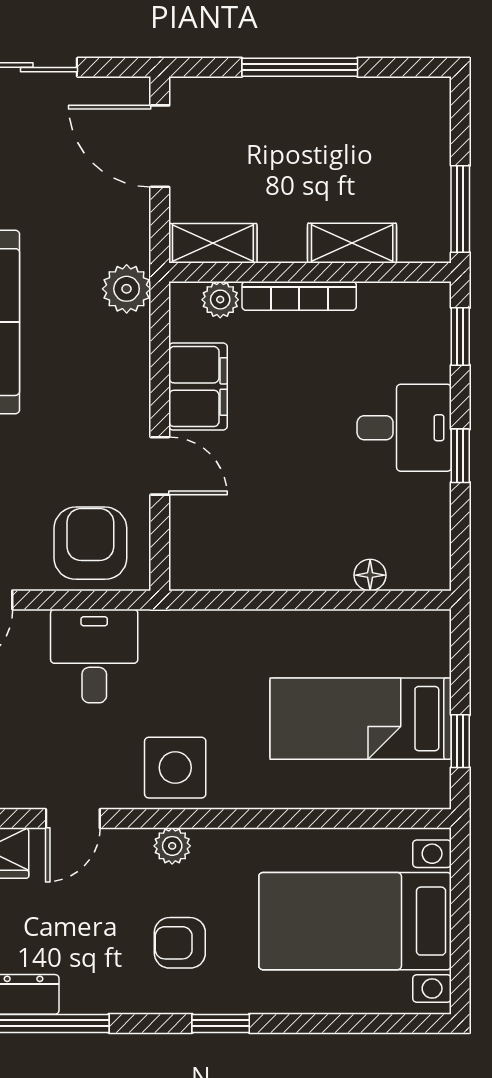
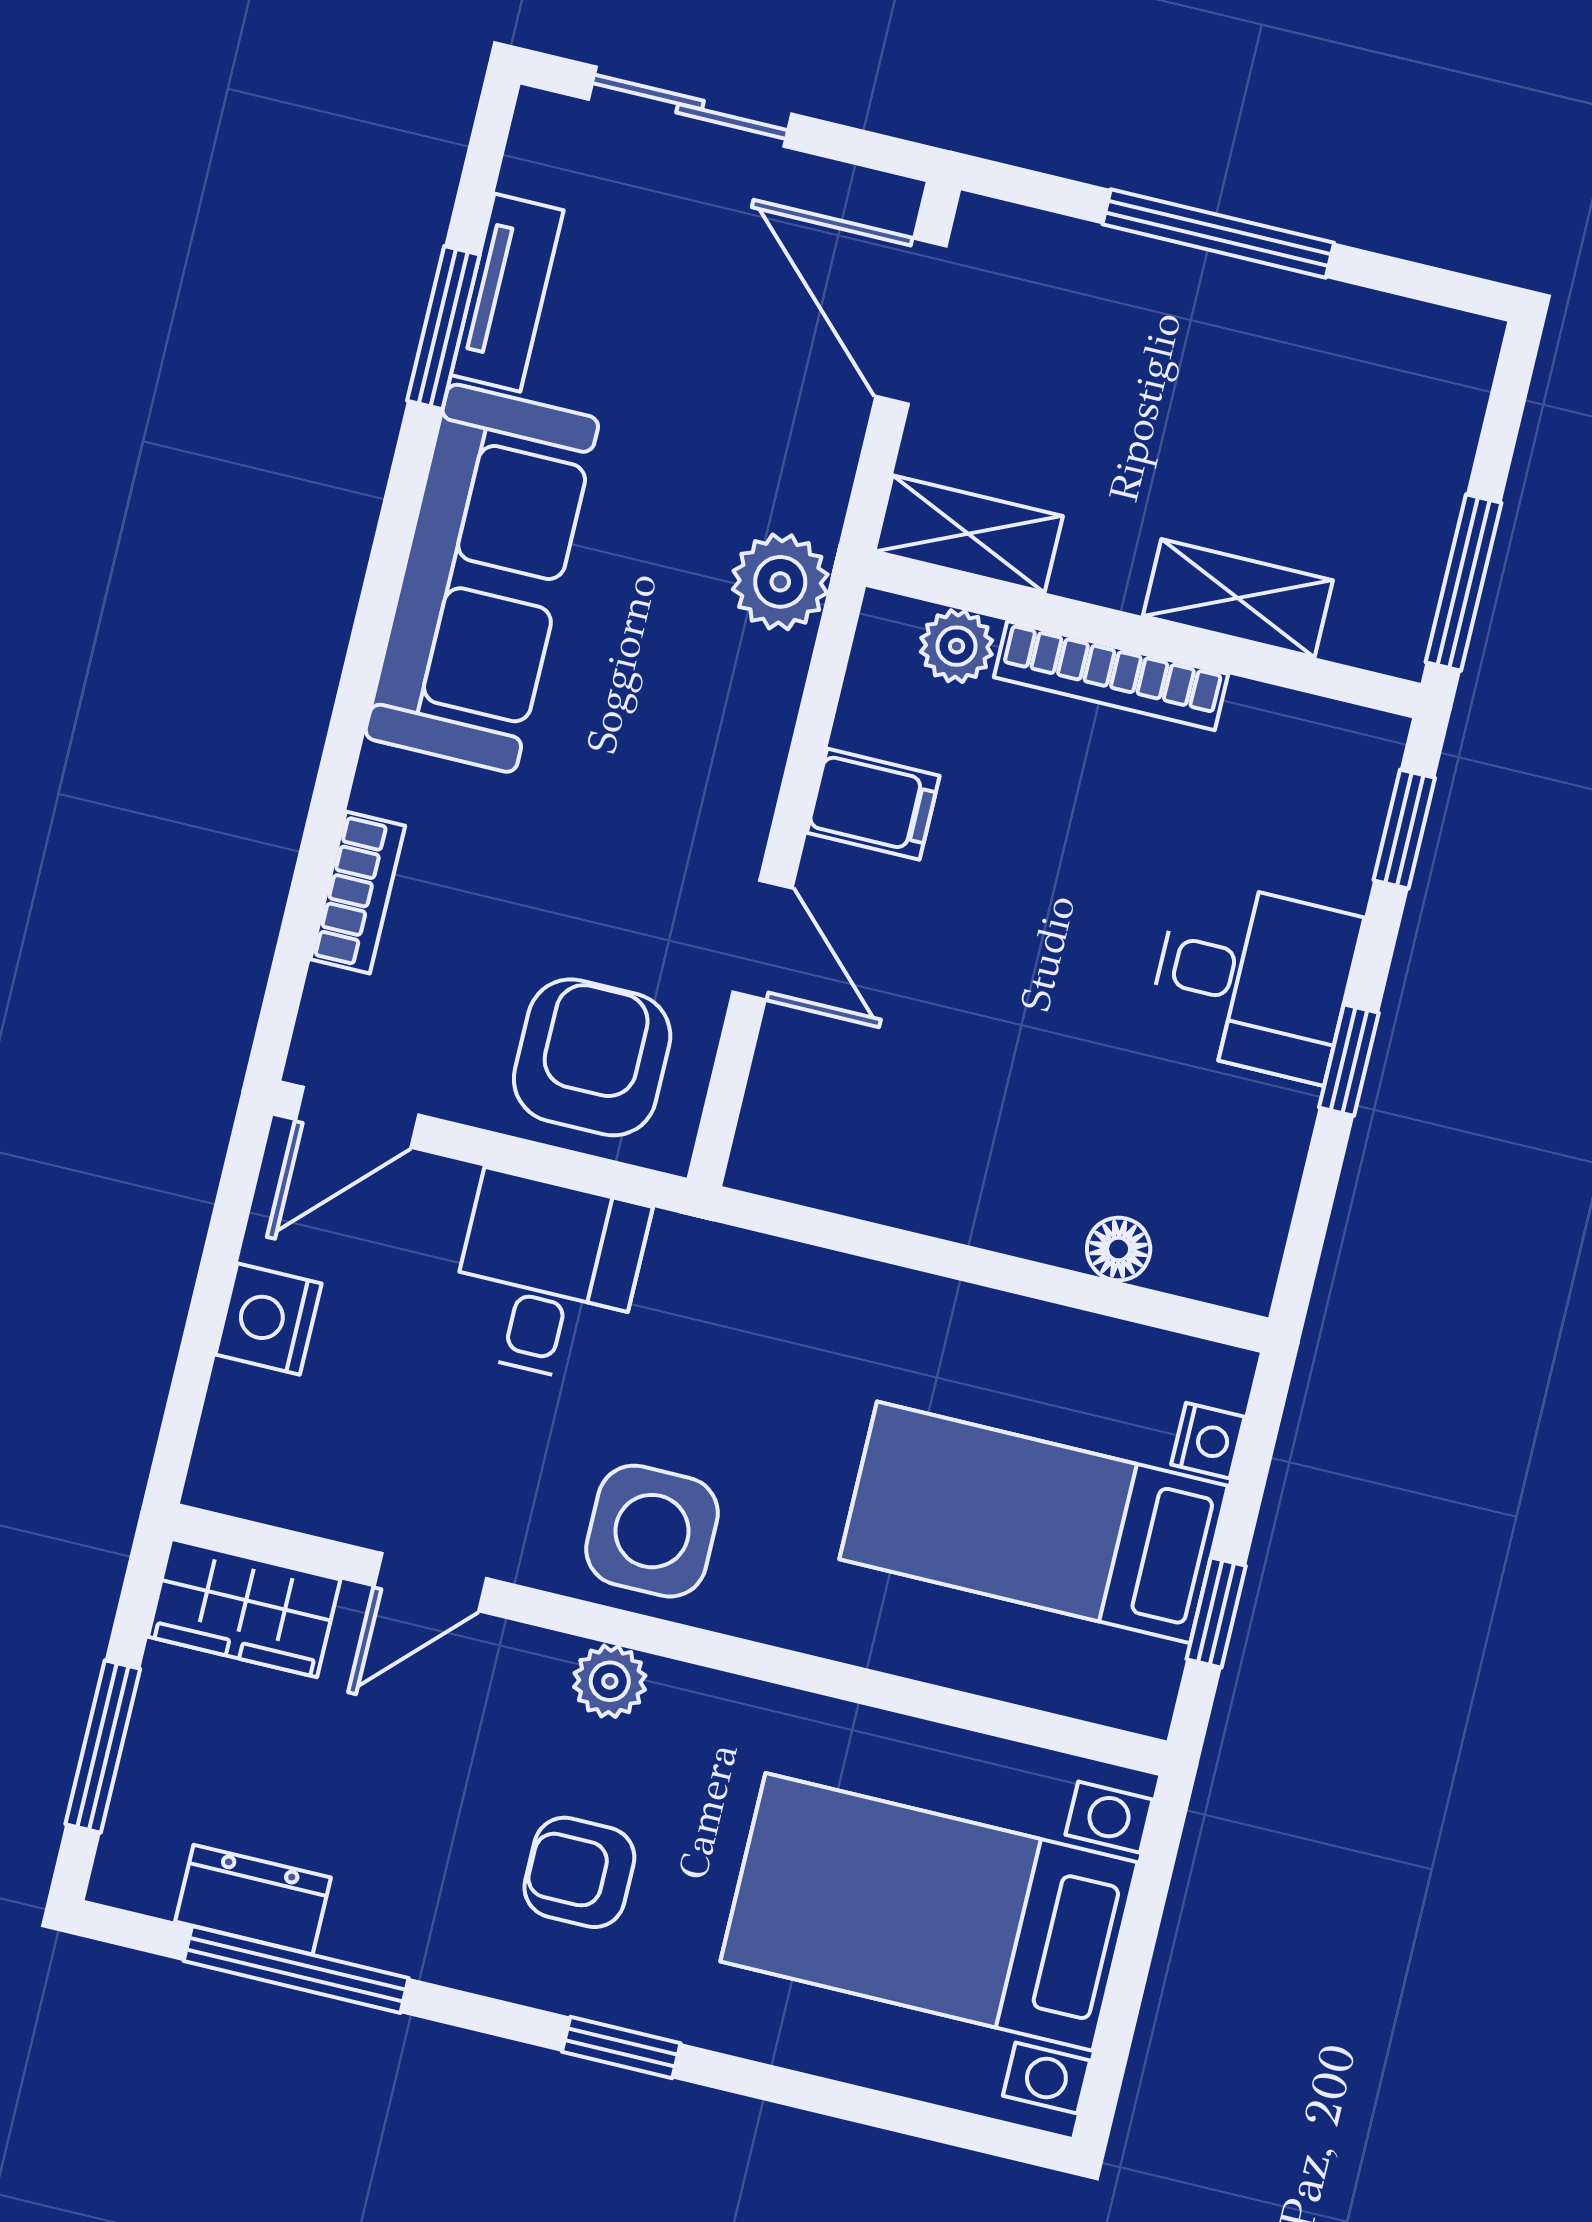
filing cabinet: (198, 387) -> (873, 804), width x0.50
nightstand: (436, 658) -> (1208, 1441), added

